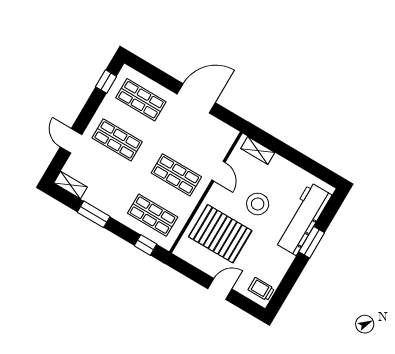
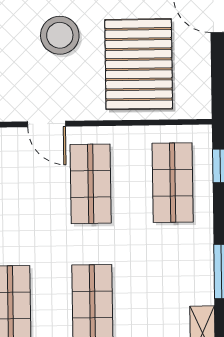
door: (218, 171) -> (47, 124), swing flipped

